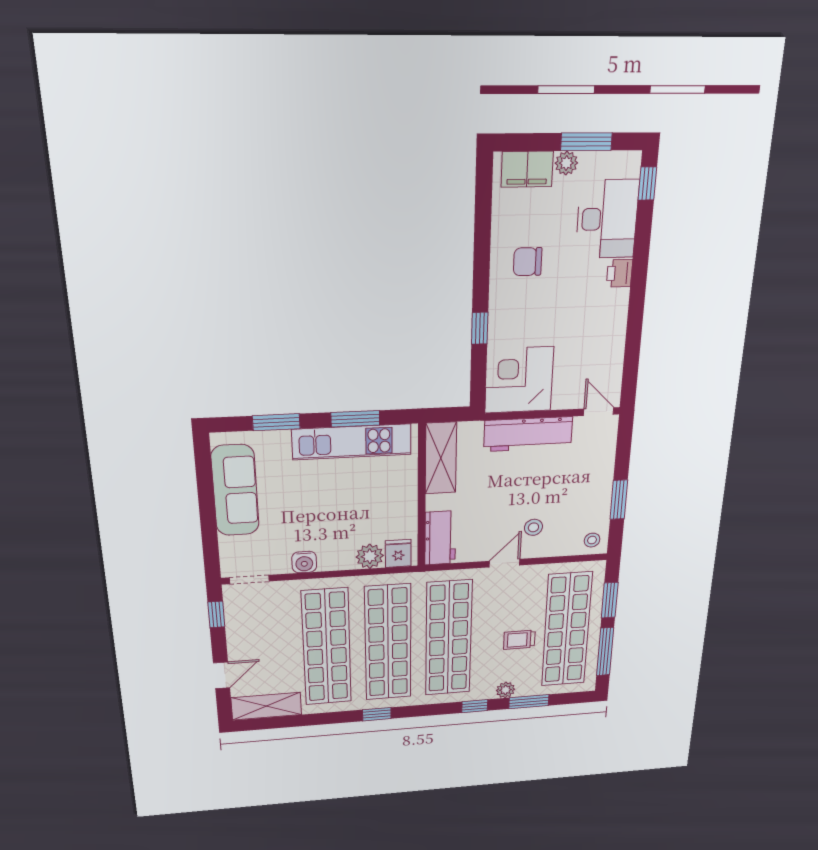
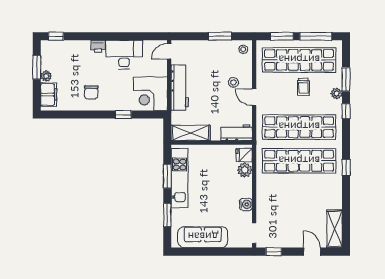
desk: (607, 219) -> (124, 55), moved
shop shelf: (327, 647) -> (299, 194), removed

